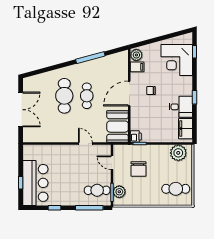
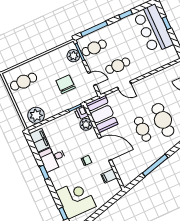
plant: (136, 55) -> (86, 124), moved
door: (129, 93) -> (105, 149), hinge flipped
cafe table: (83, 164) -> (118, 66), added

